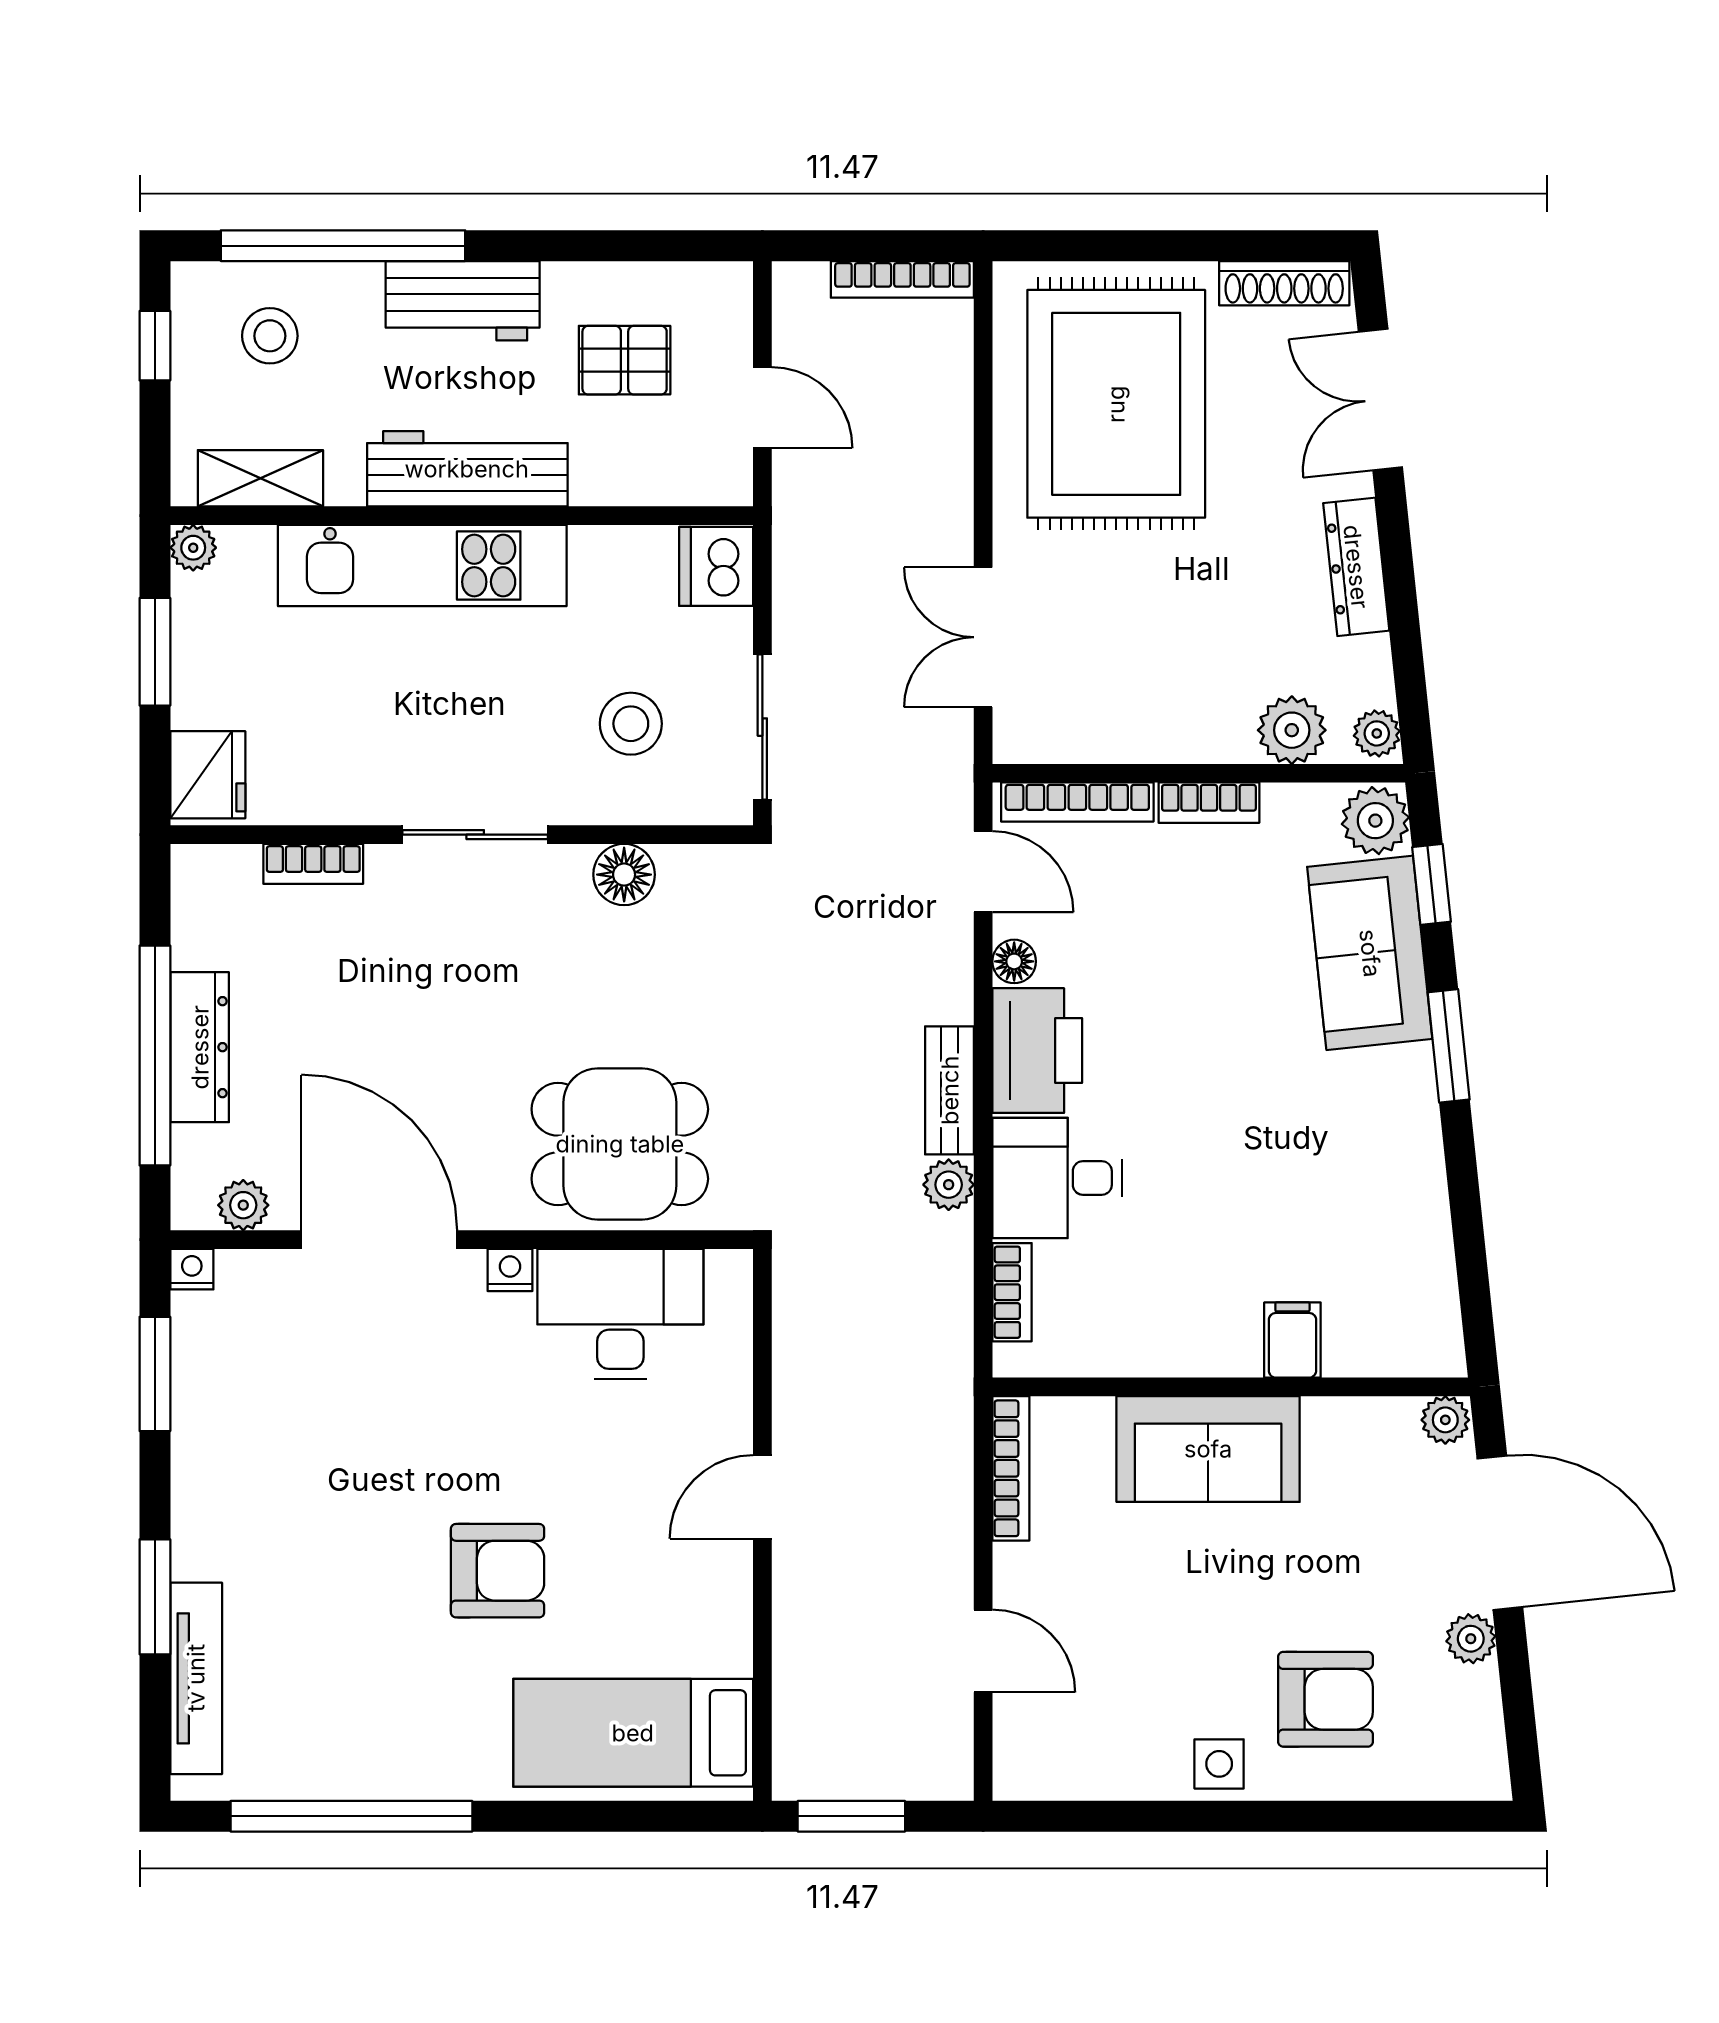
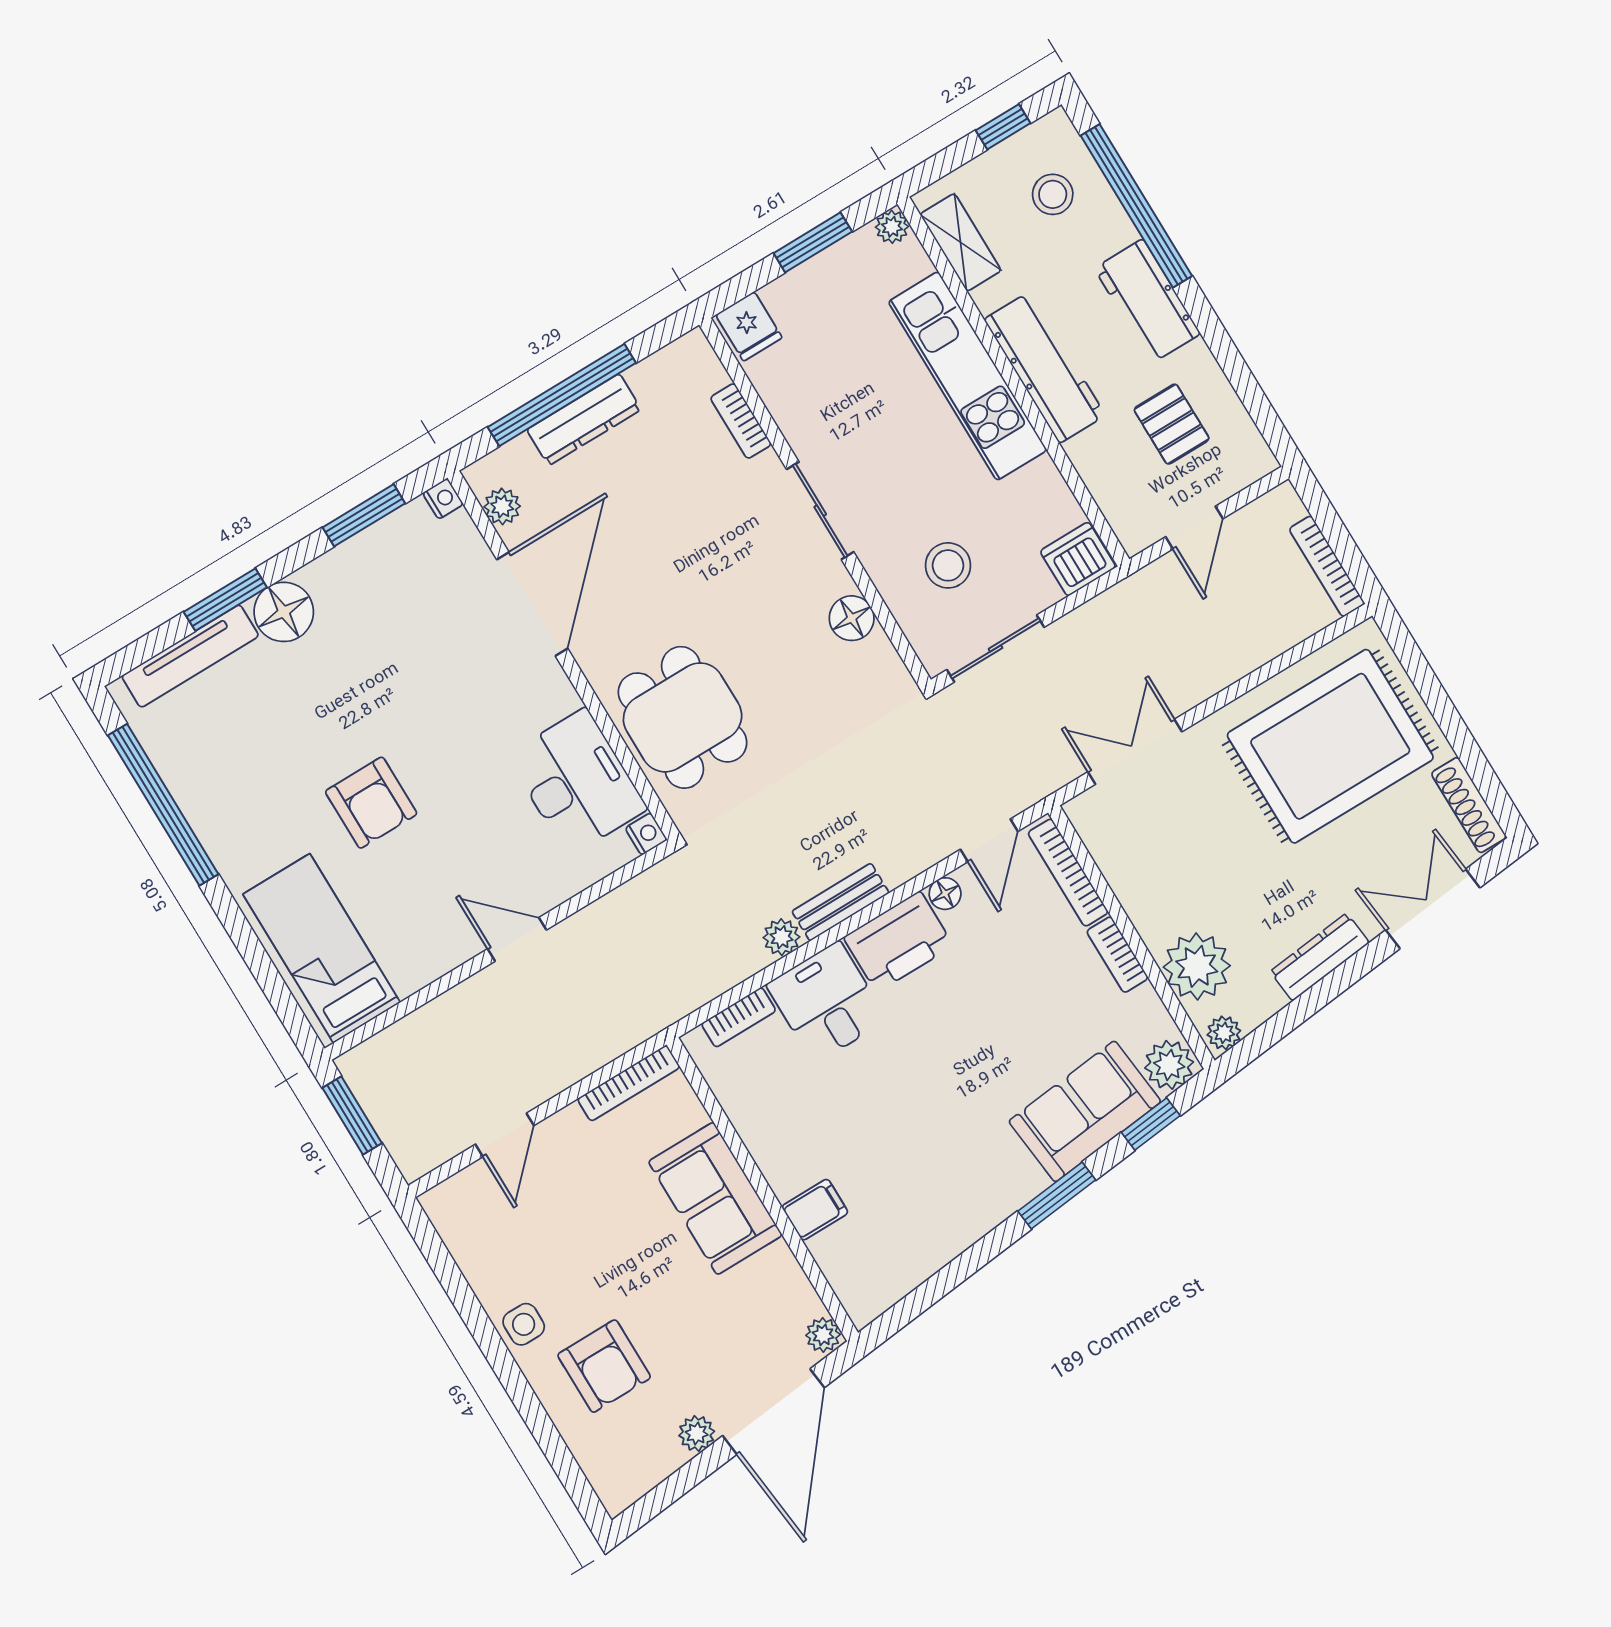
plant: (1292, 730) -> (1197, 966), width x1.36, depth x1.36
fridge: (208, 775) -> (749, 326), width x0.72
nightstand: (510, 1270) -> (646, 834), moved
floor lamp: (211, 1537) -> (284, 612), added

